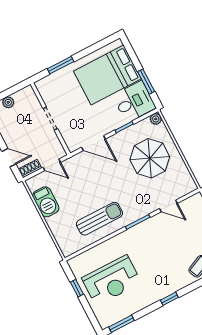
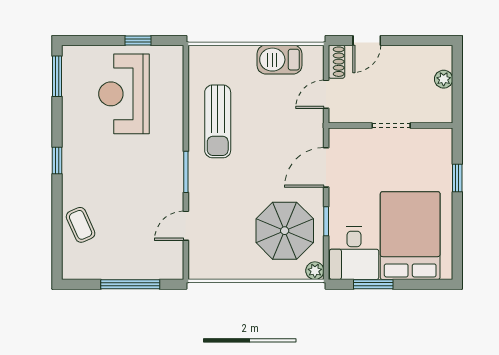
window: (61, 65) -> (457, 178), width x0.67
parasol: (150, 158) -> (285, 231), moved

